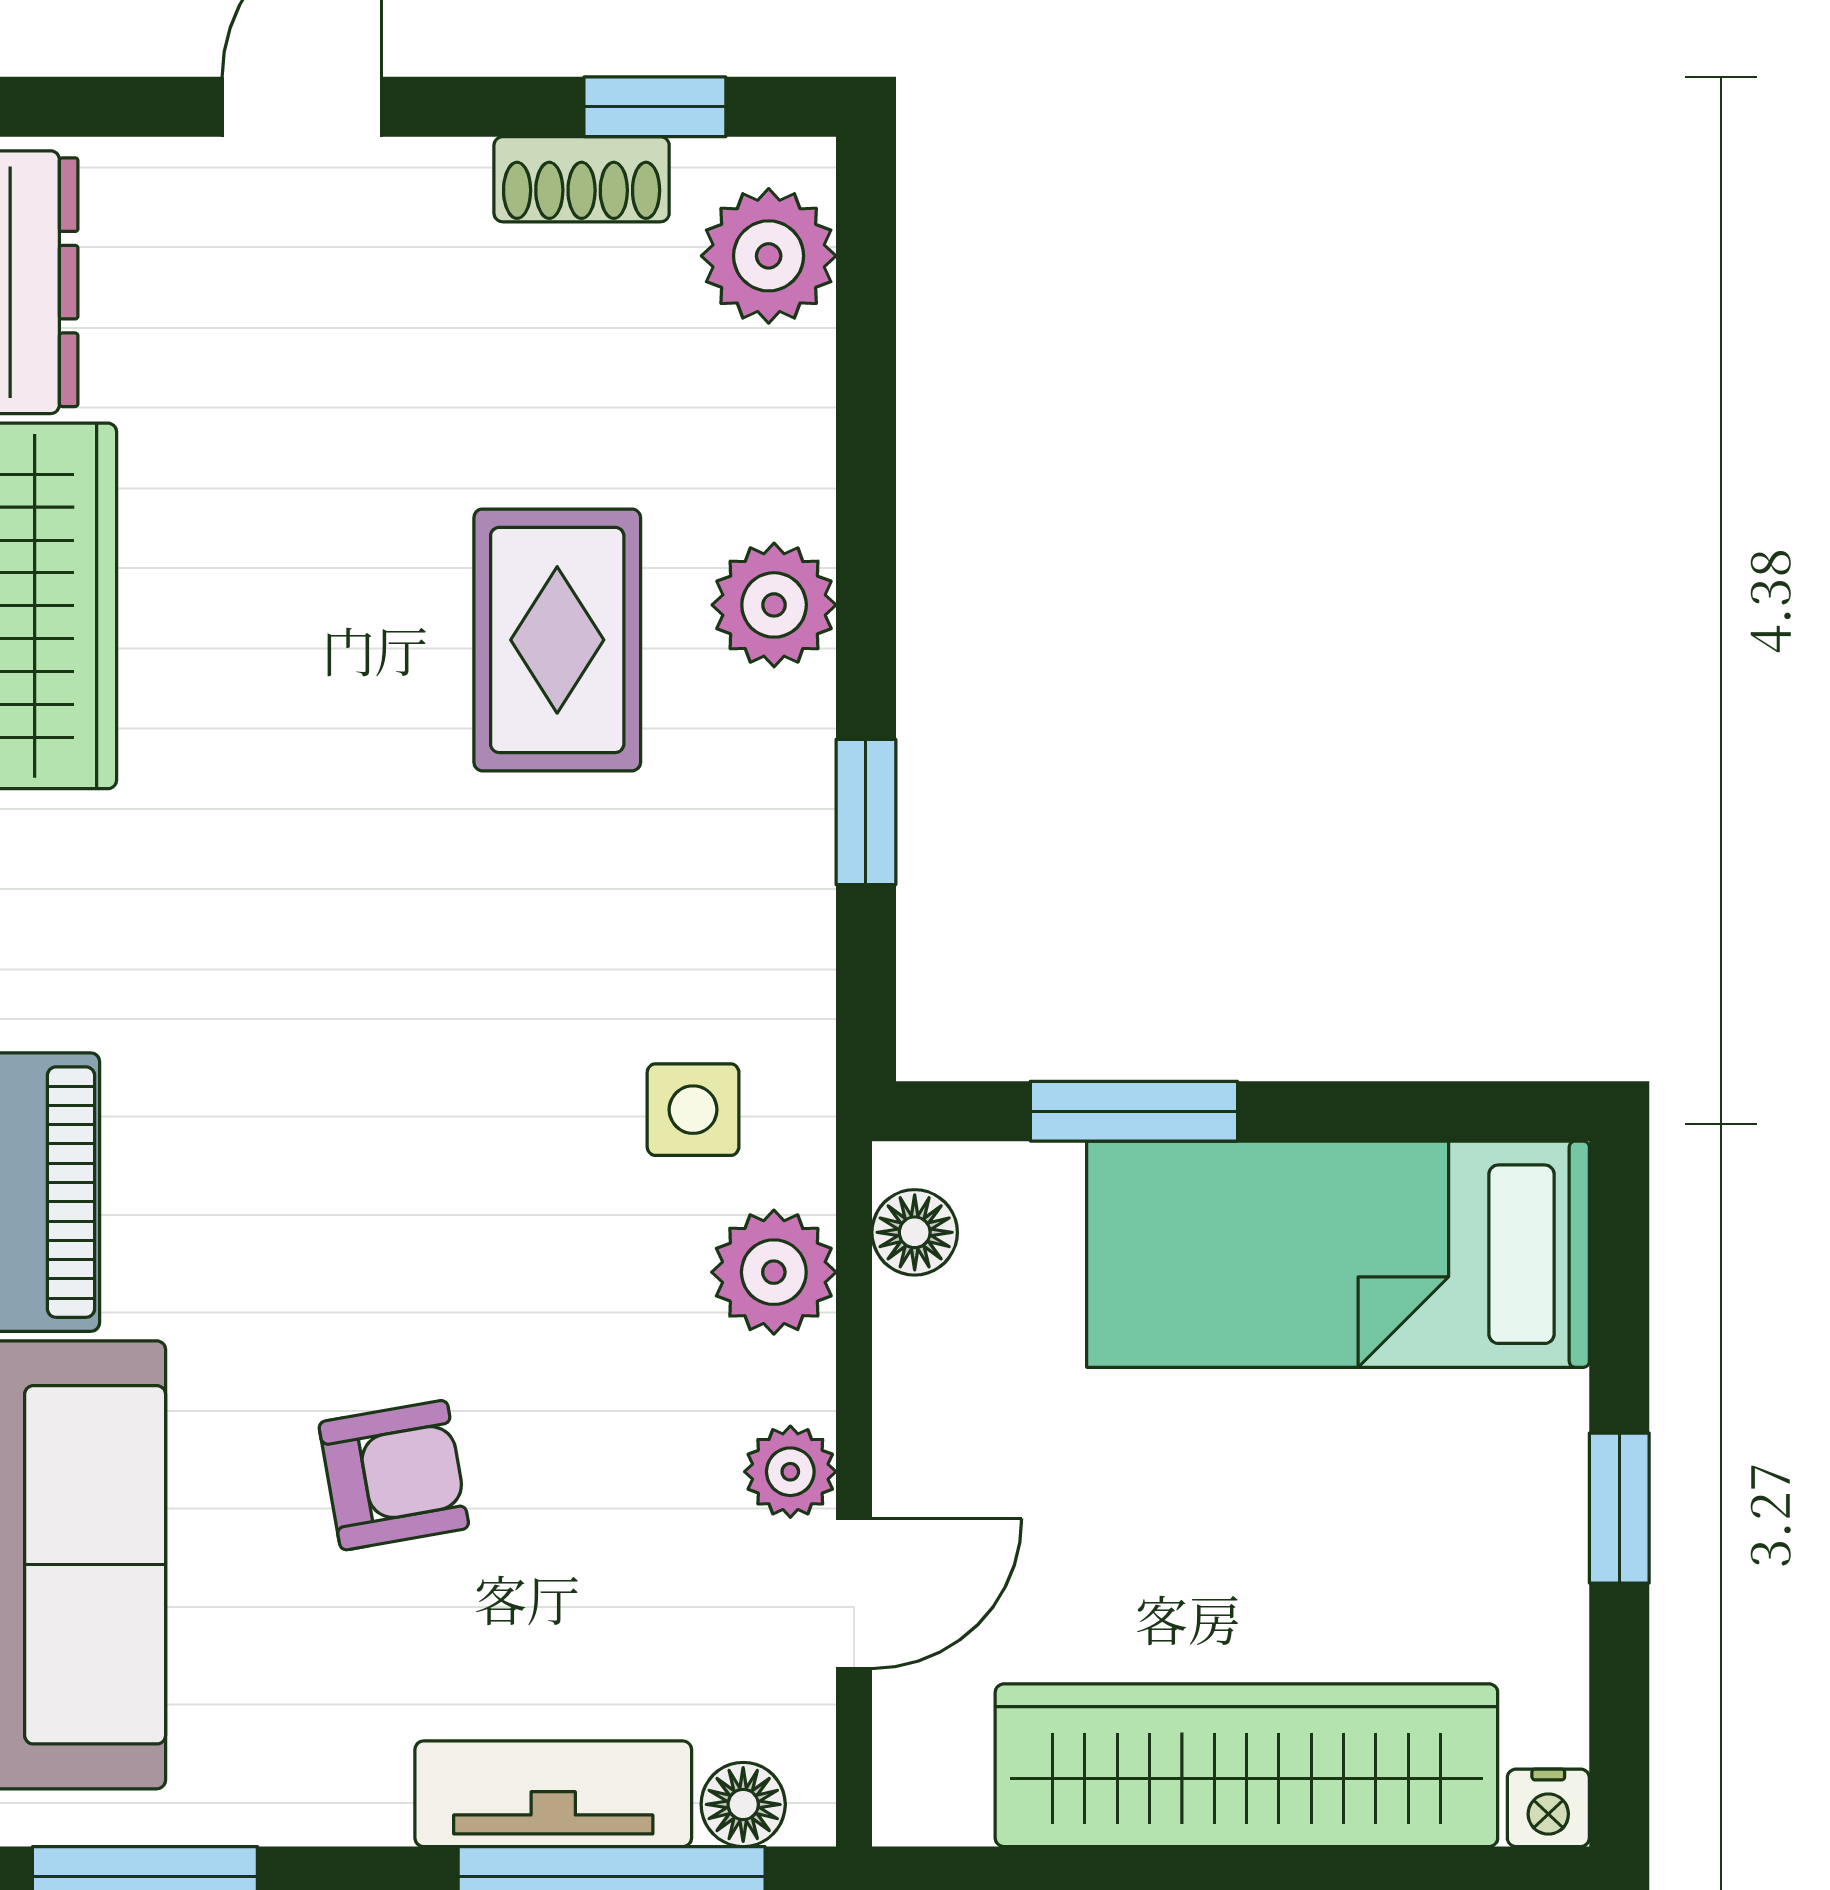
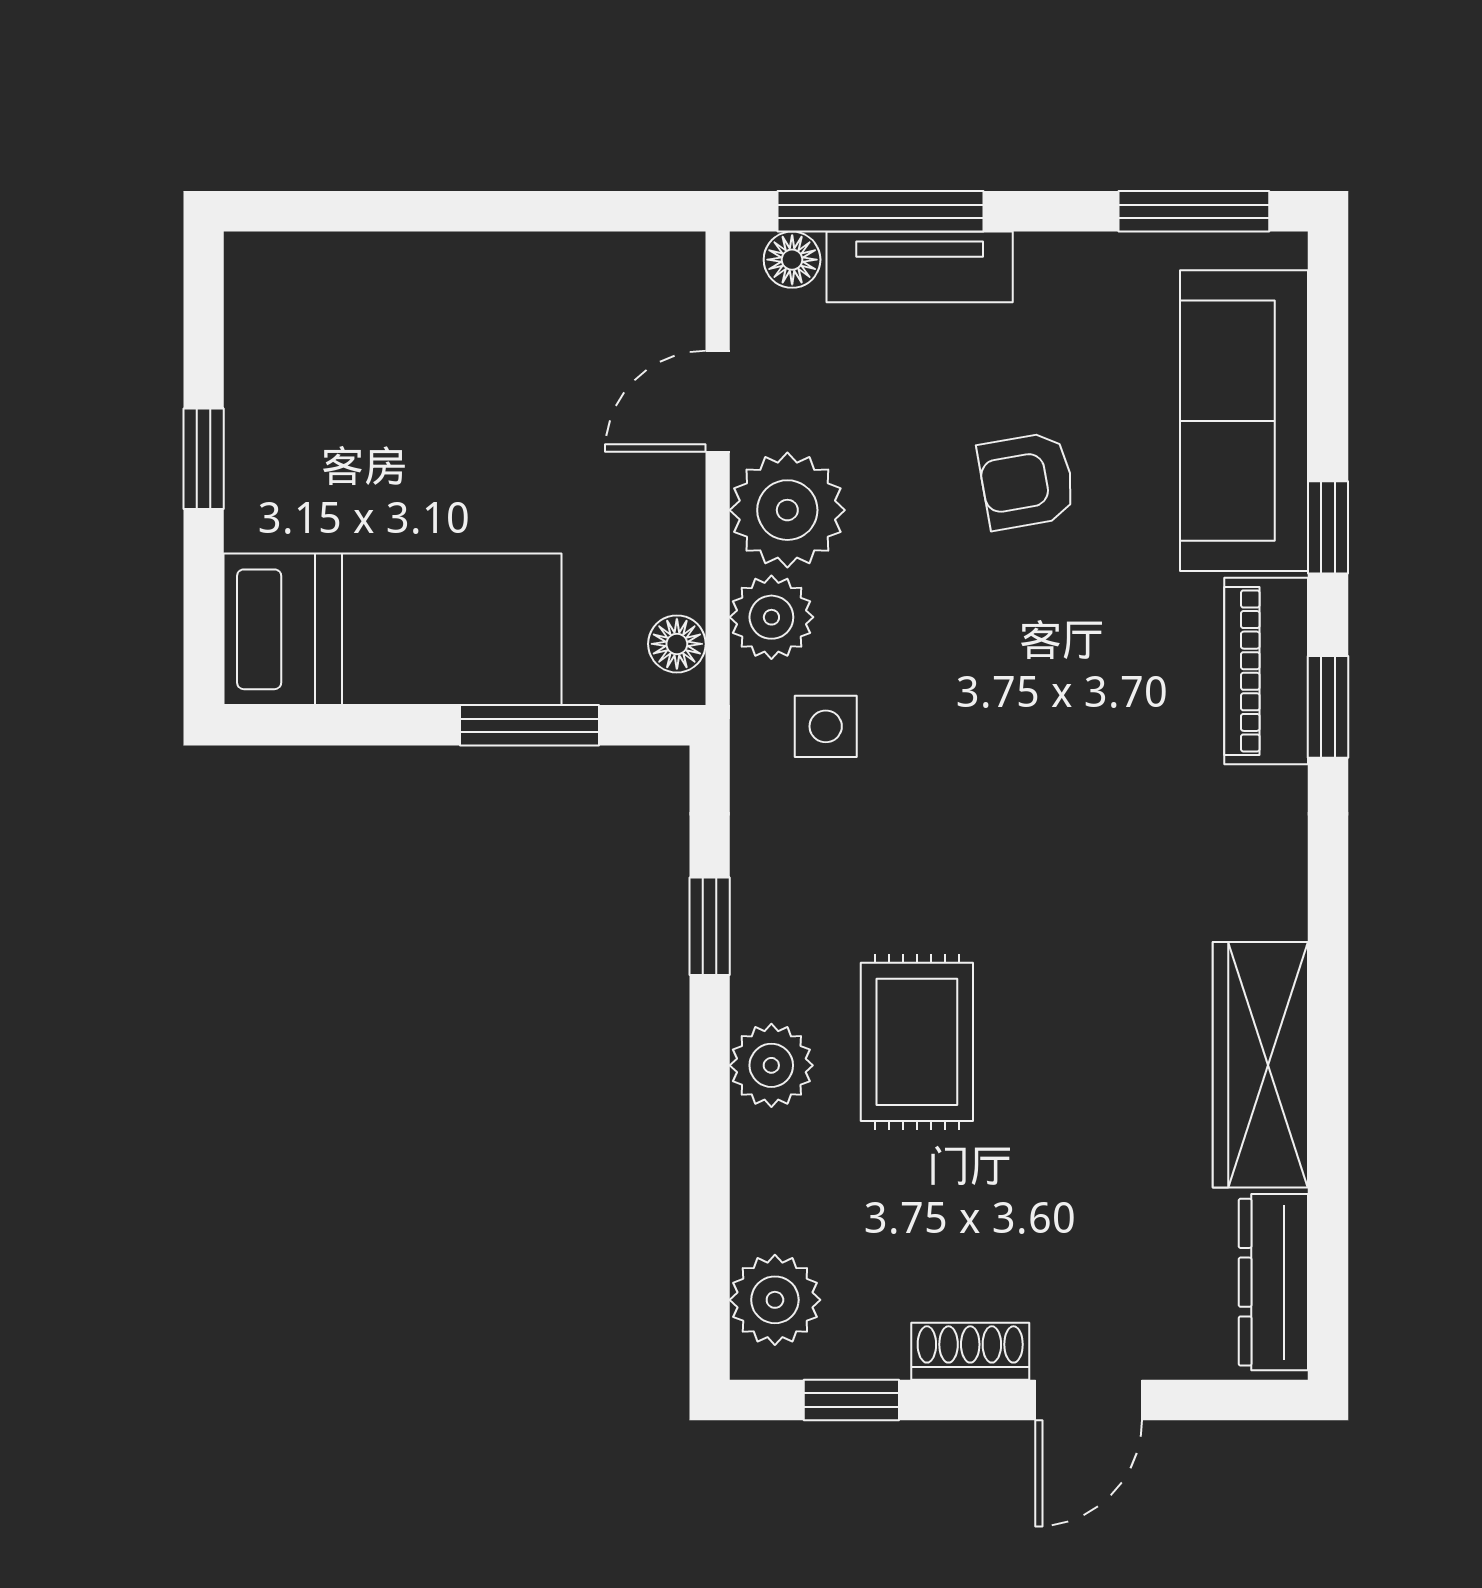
shoe rack: (582, 179) -> (970, 1351), moved
plant: (790, 1472) -> (787, 510), width x1.88, depth x1.88
wardrobe: (1246, 1765) -> (454, 286), removed
nightstand: (1548, 1808) -> (251, 257), removed

